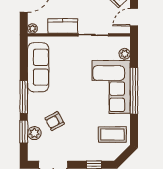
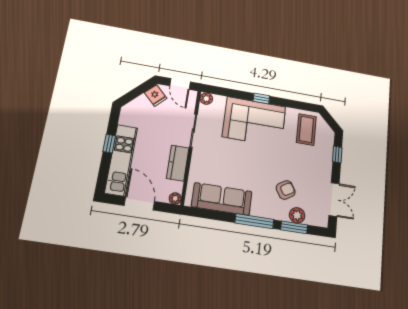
plant: (125, 54) -> (206, 99), moved
window: (134, 91) -> (261, 98), width x0.32
armchair: (55, 121) -> (286, 190), turned -93

